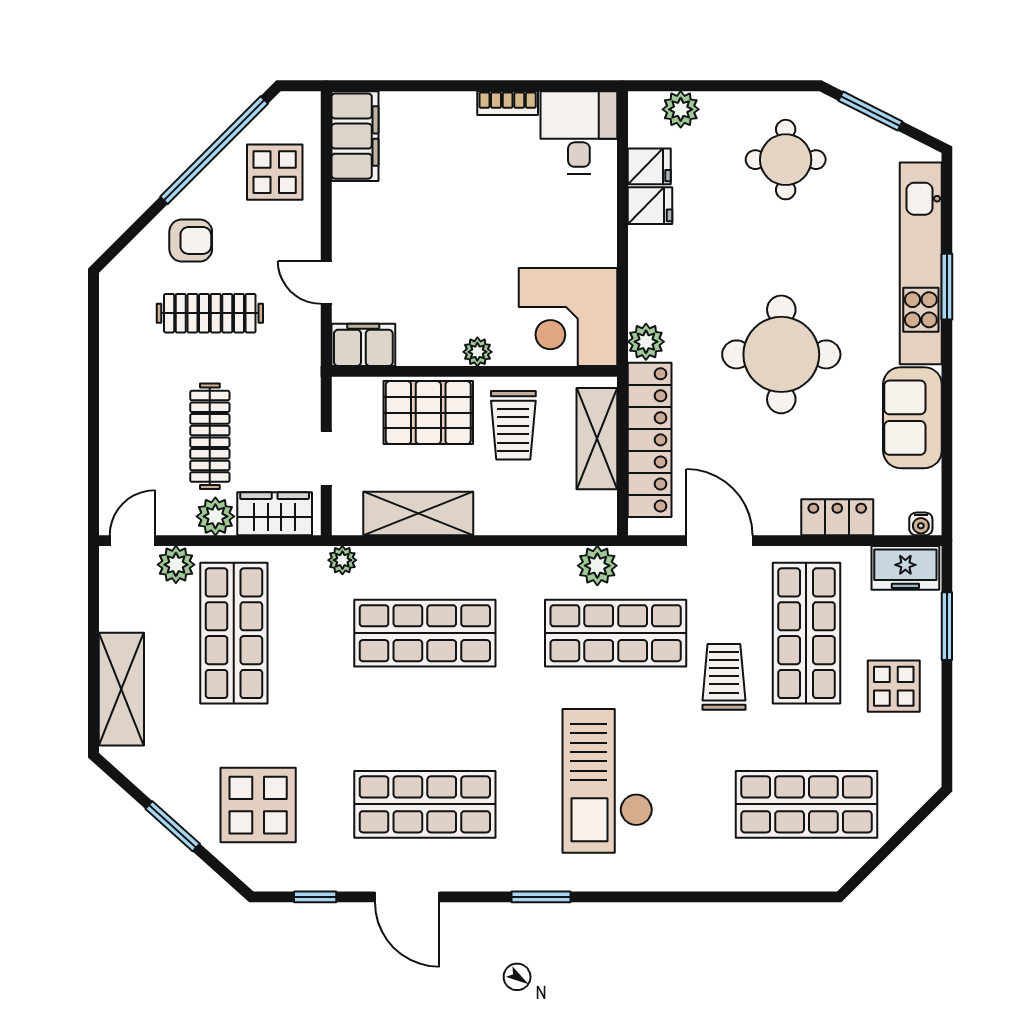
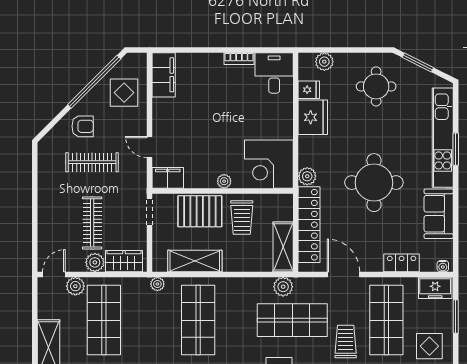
fridge: (650, 206) -> (313, 117), width x1.88, depth x1.34
shelving: (597, 439) -> (283, 247), moved
doorway: (326, 458) -> (149, 212), moved
shop shelf: (425, 633) -> (198, 320), turned 90

